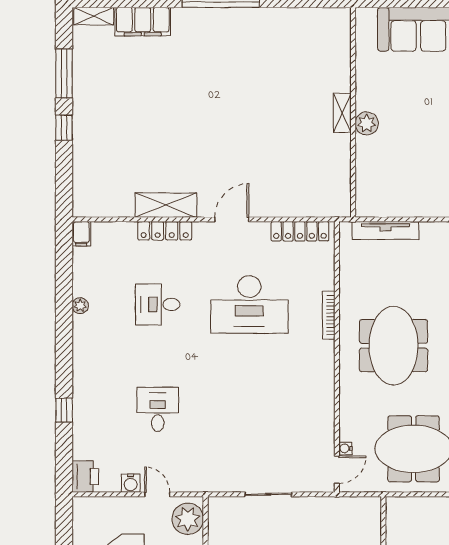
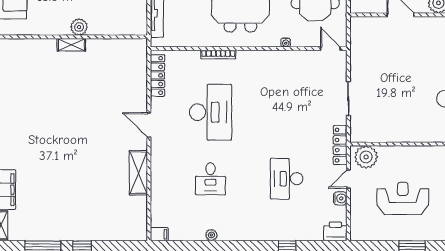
locker: (165, 231) -> (340, 145), moved, turned 180
desk: (158, 409) -> (287, 179), width x1.37
water cooler: (345, 448) -> (286, 42), moved

